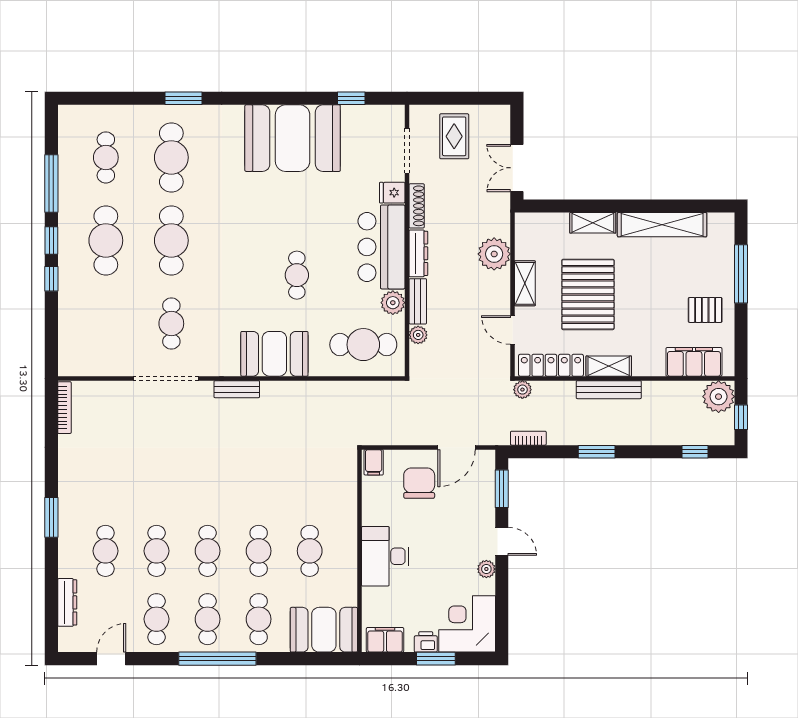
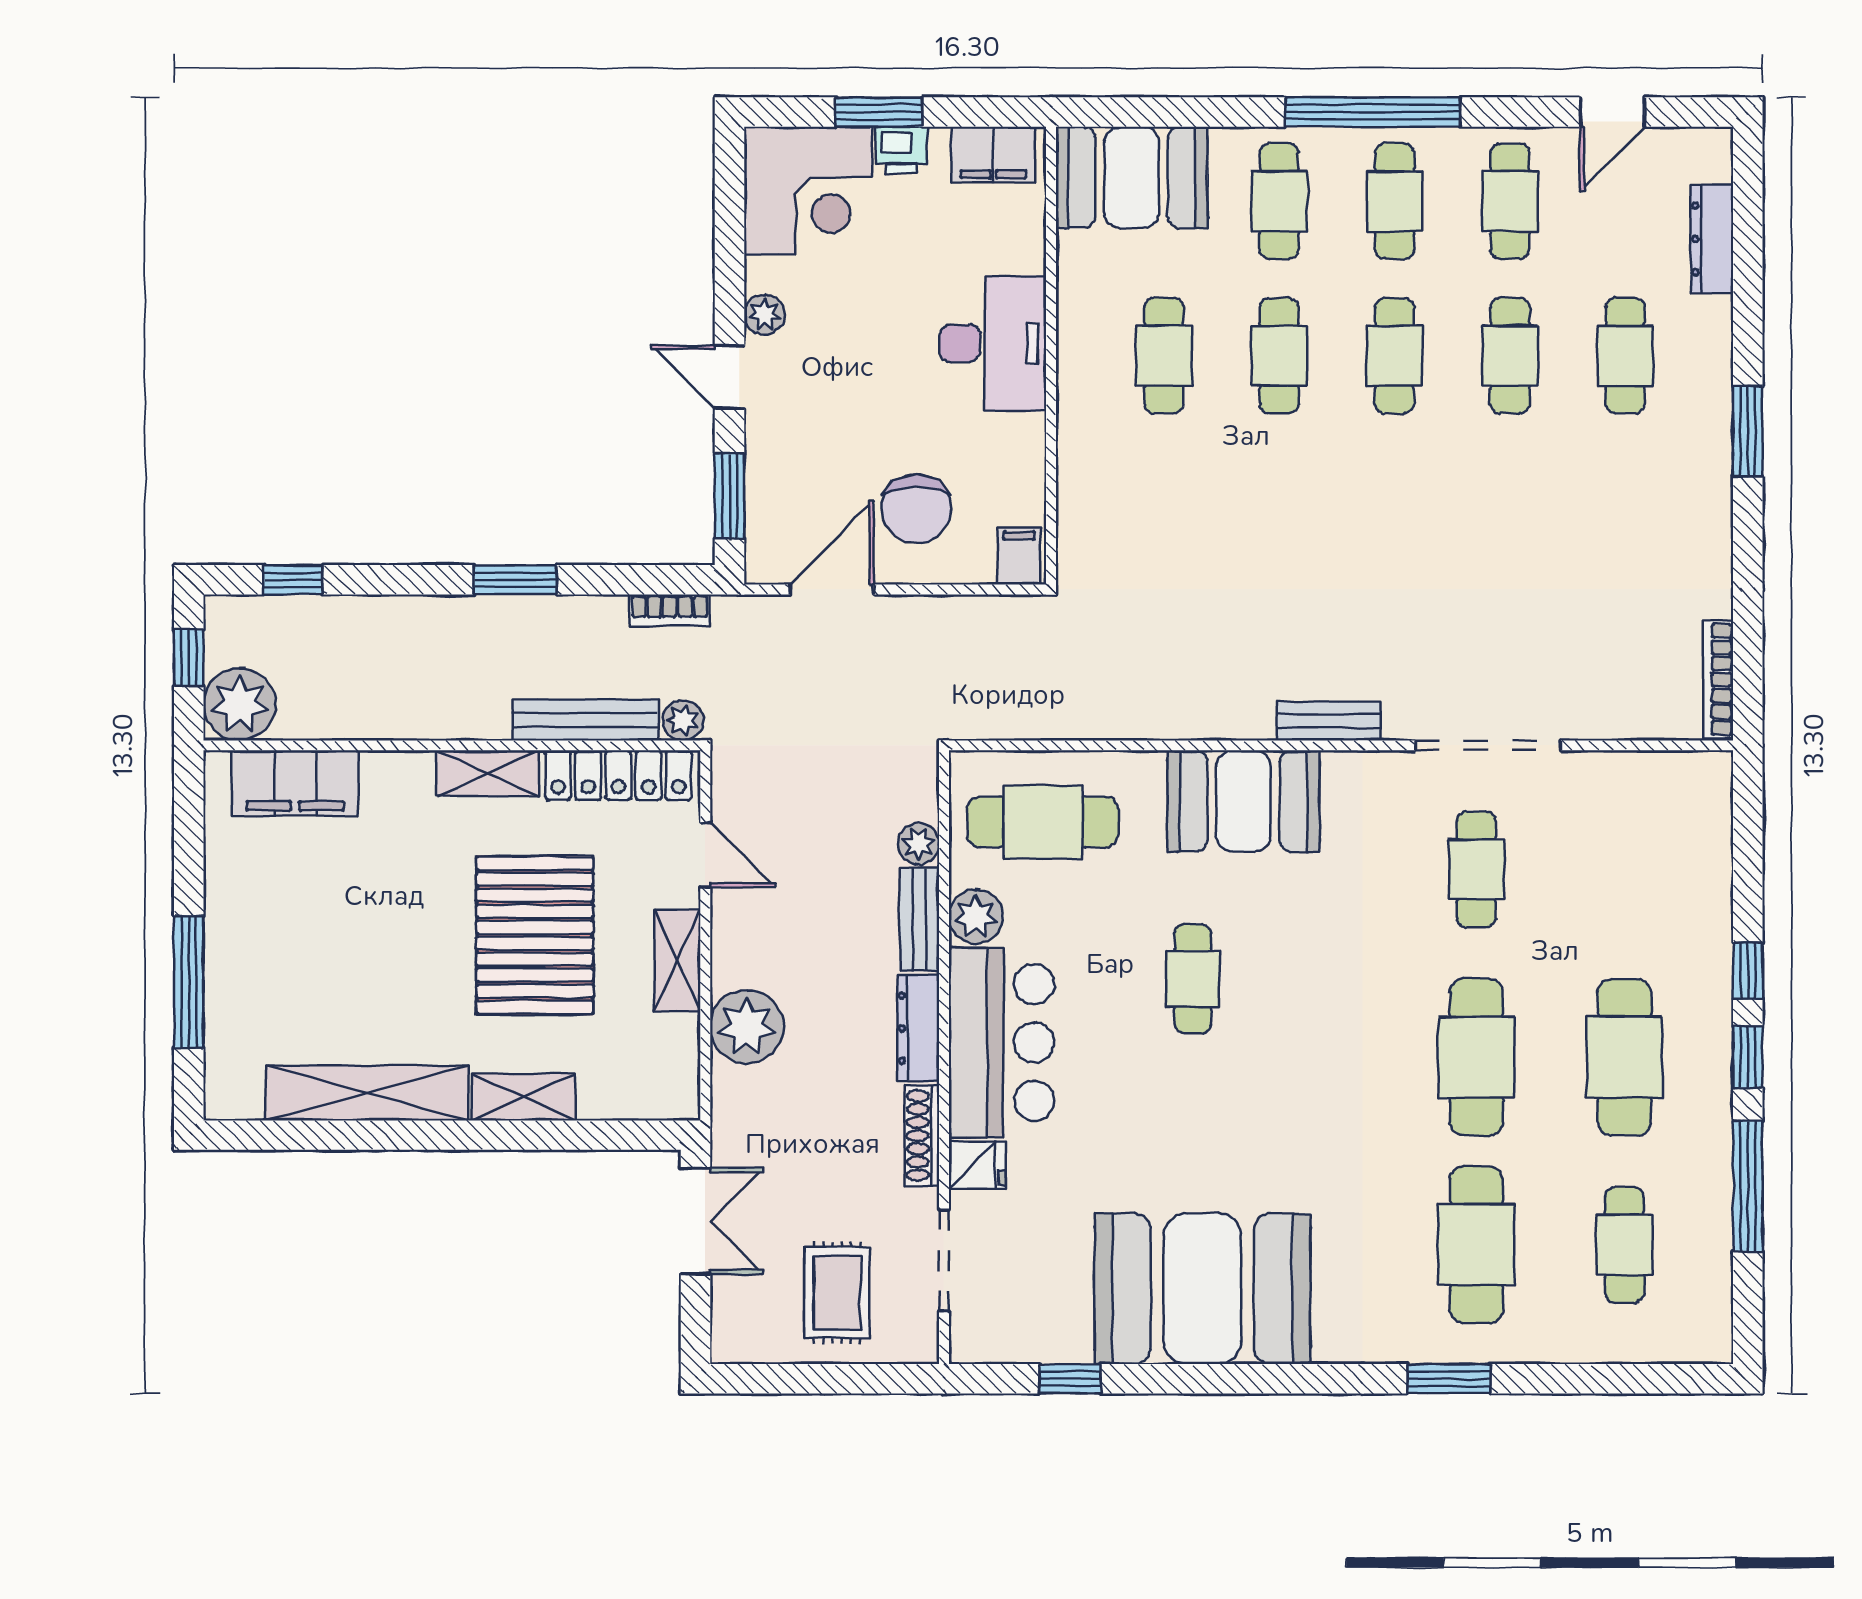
pallet: (705, 310) -> (270, 900), removed
bench: (609, 390) -> (585, 720), moved

